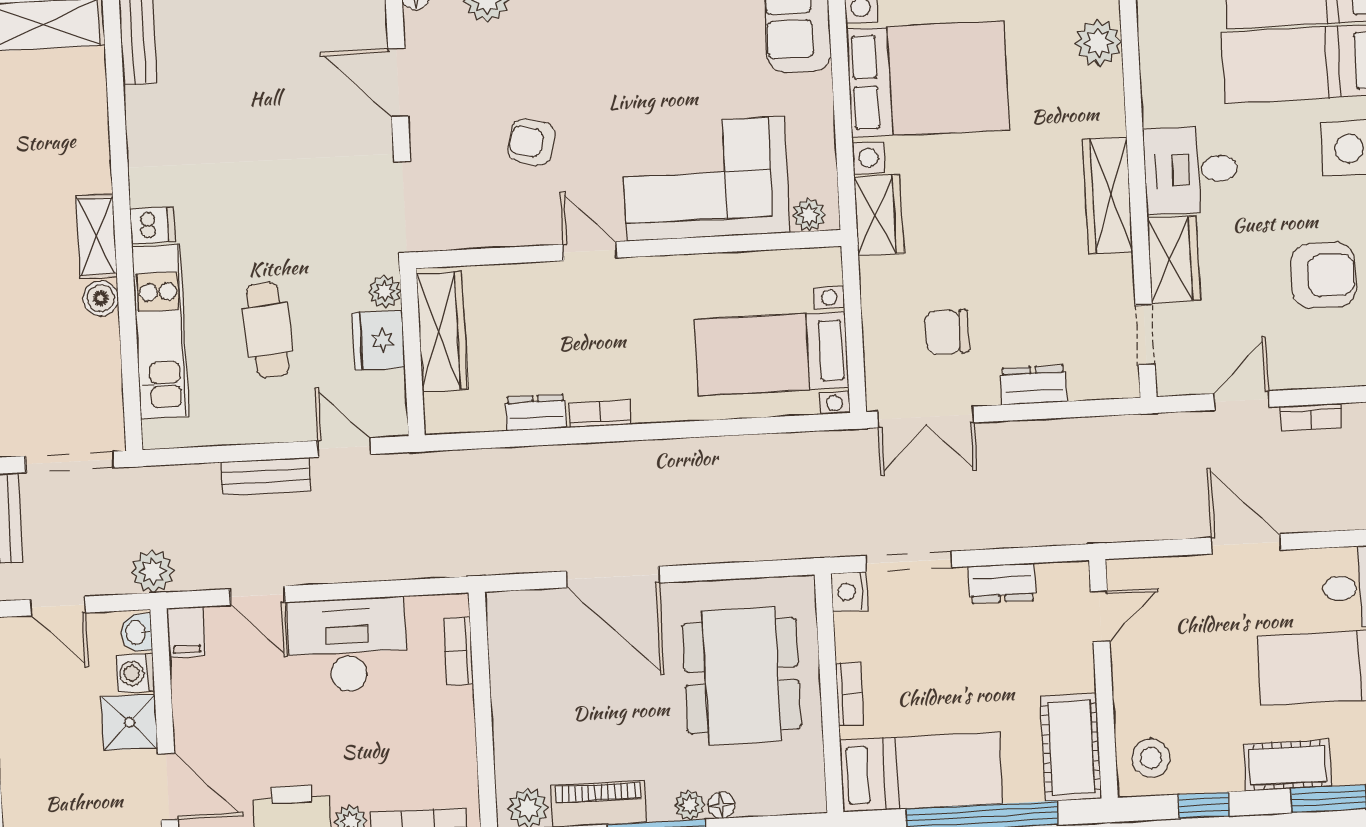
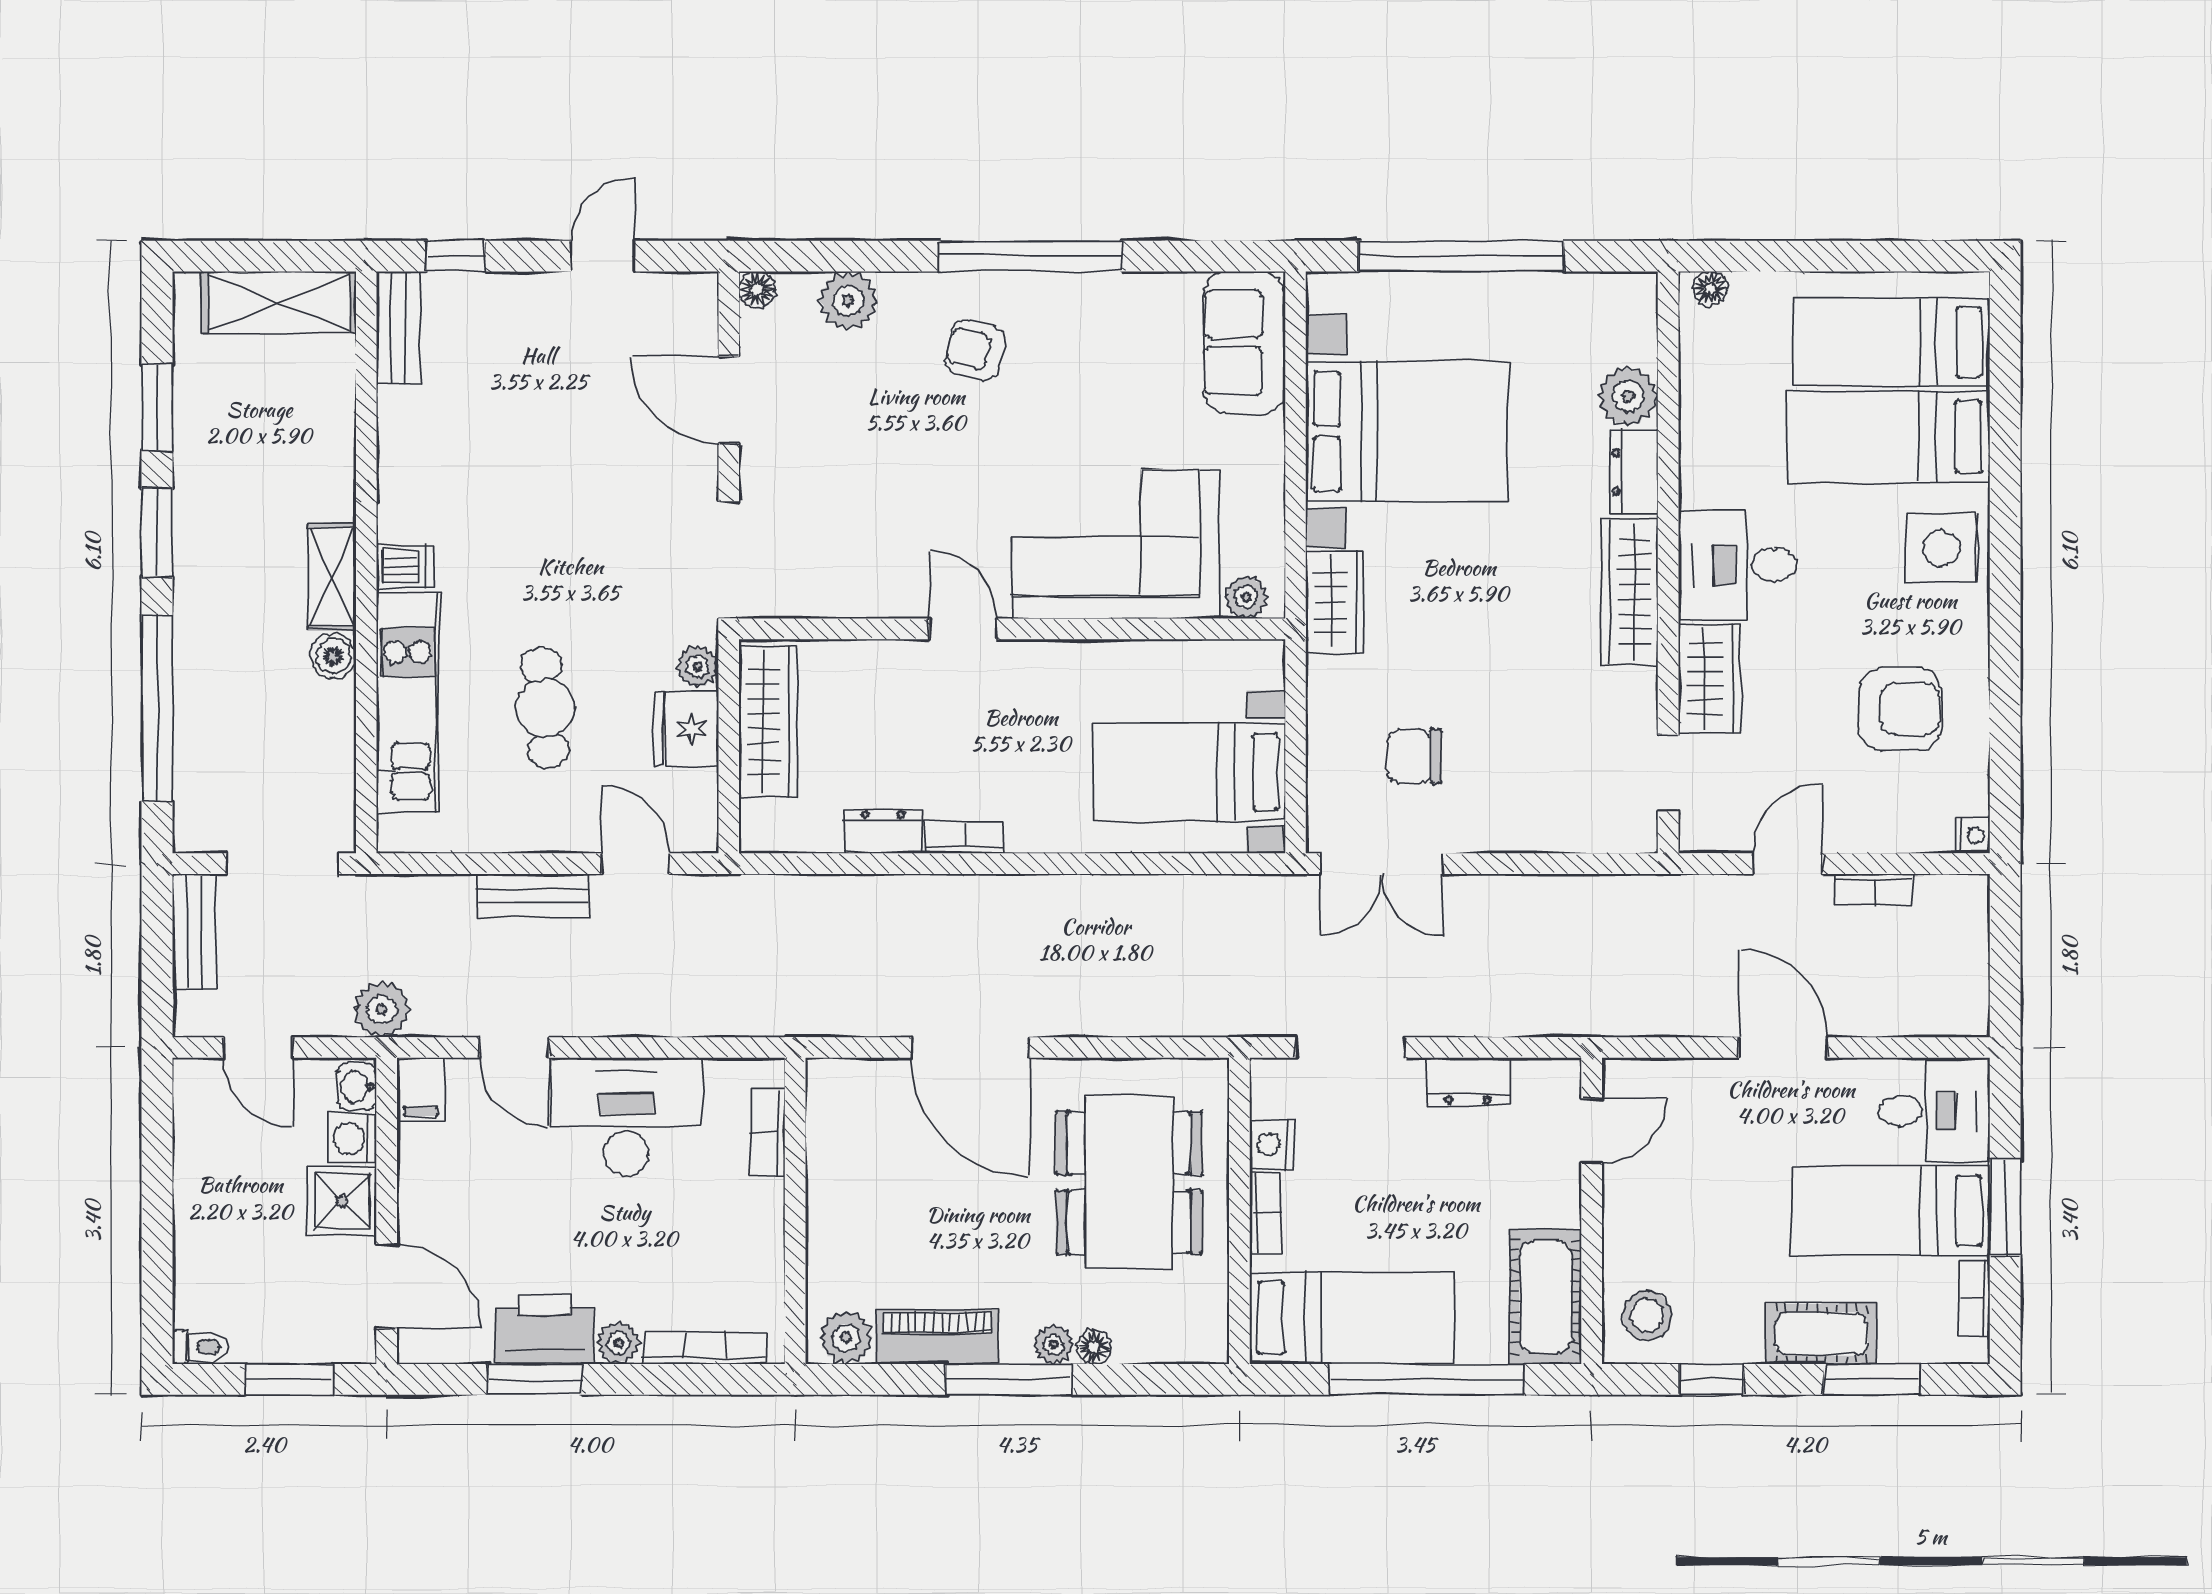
armchair: (531, 142) -> (975, 350), moved
dresser: (1034, 385) -> (1634, 472), moved, turned -90
nightstand: (849, 592) -> (1272, 1144), moved

